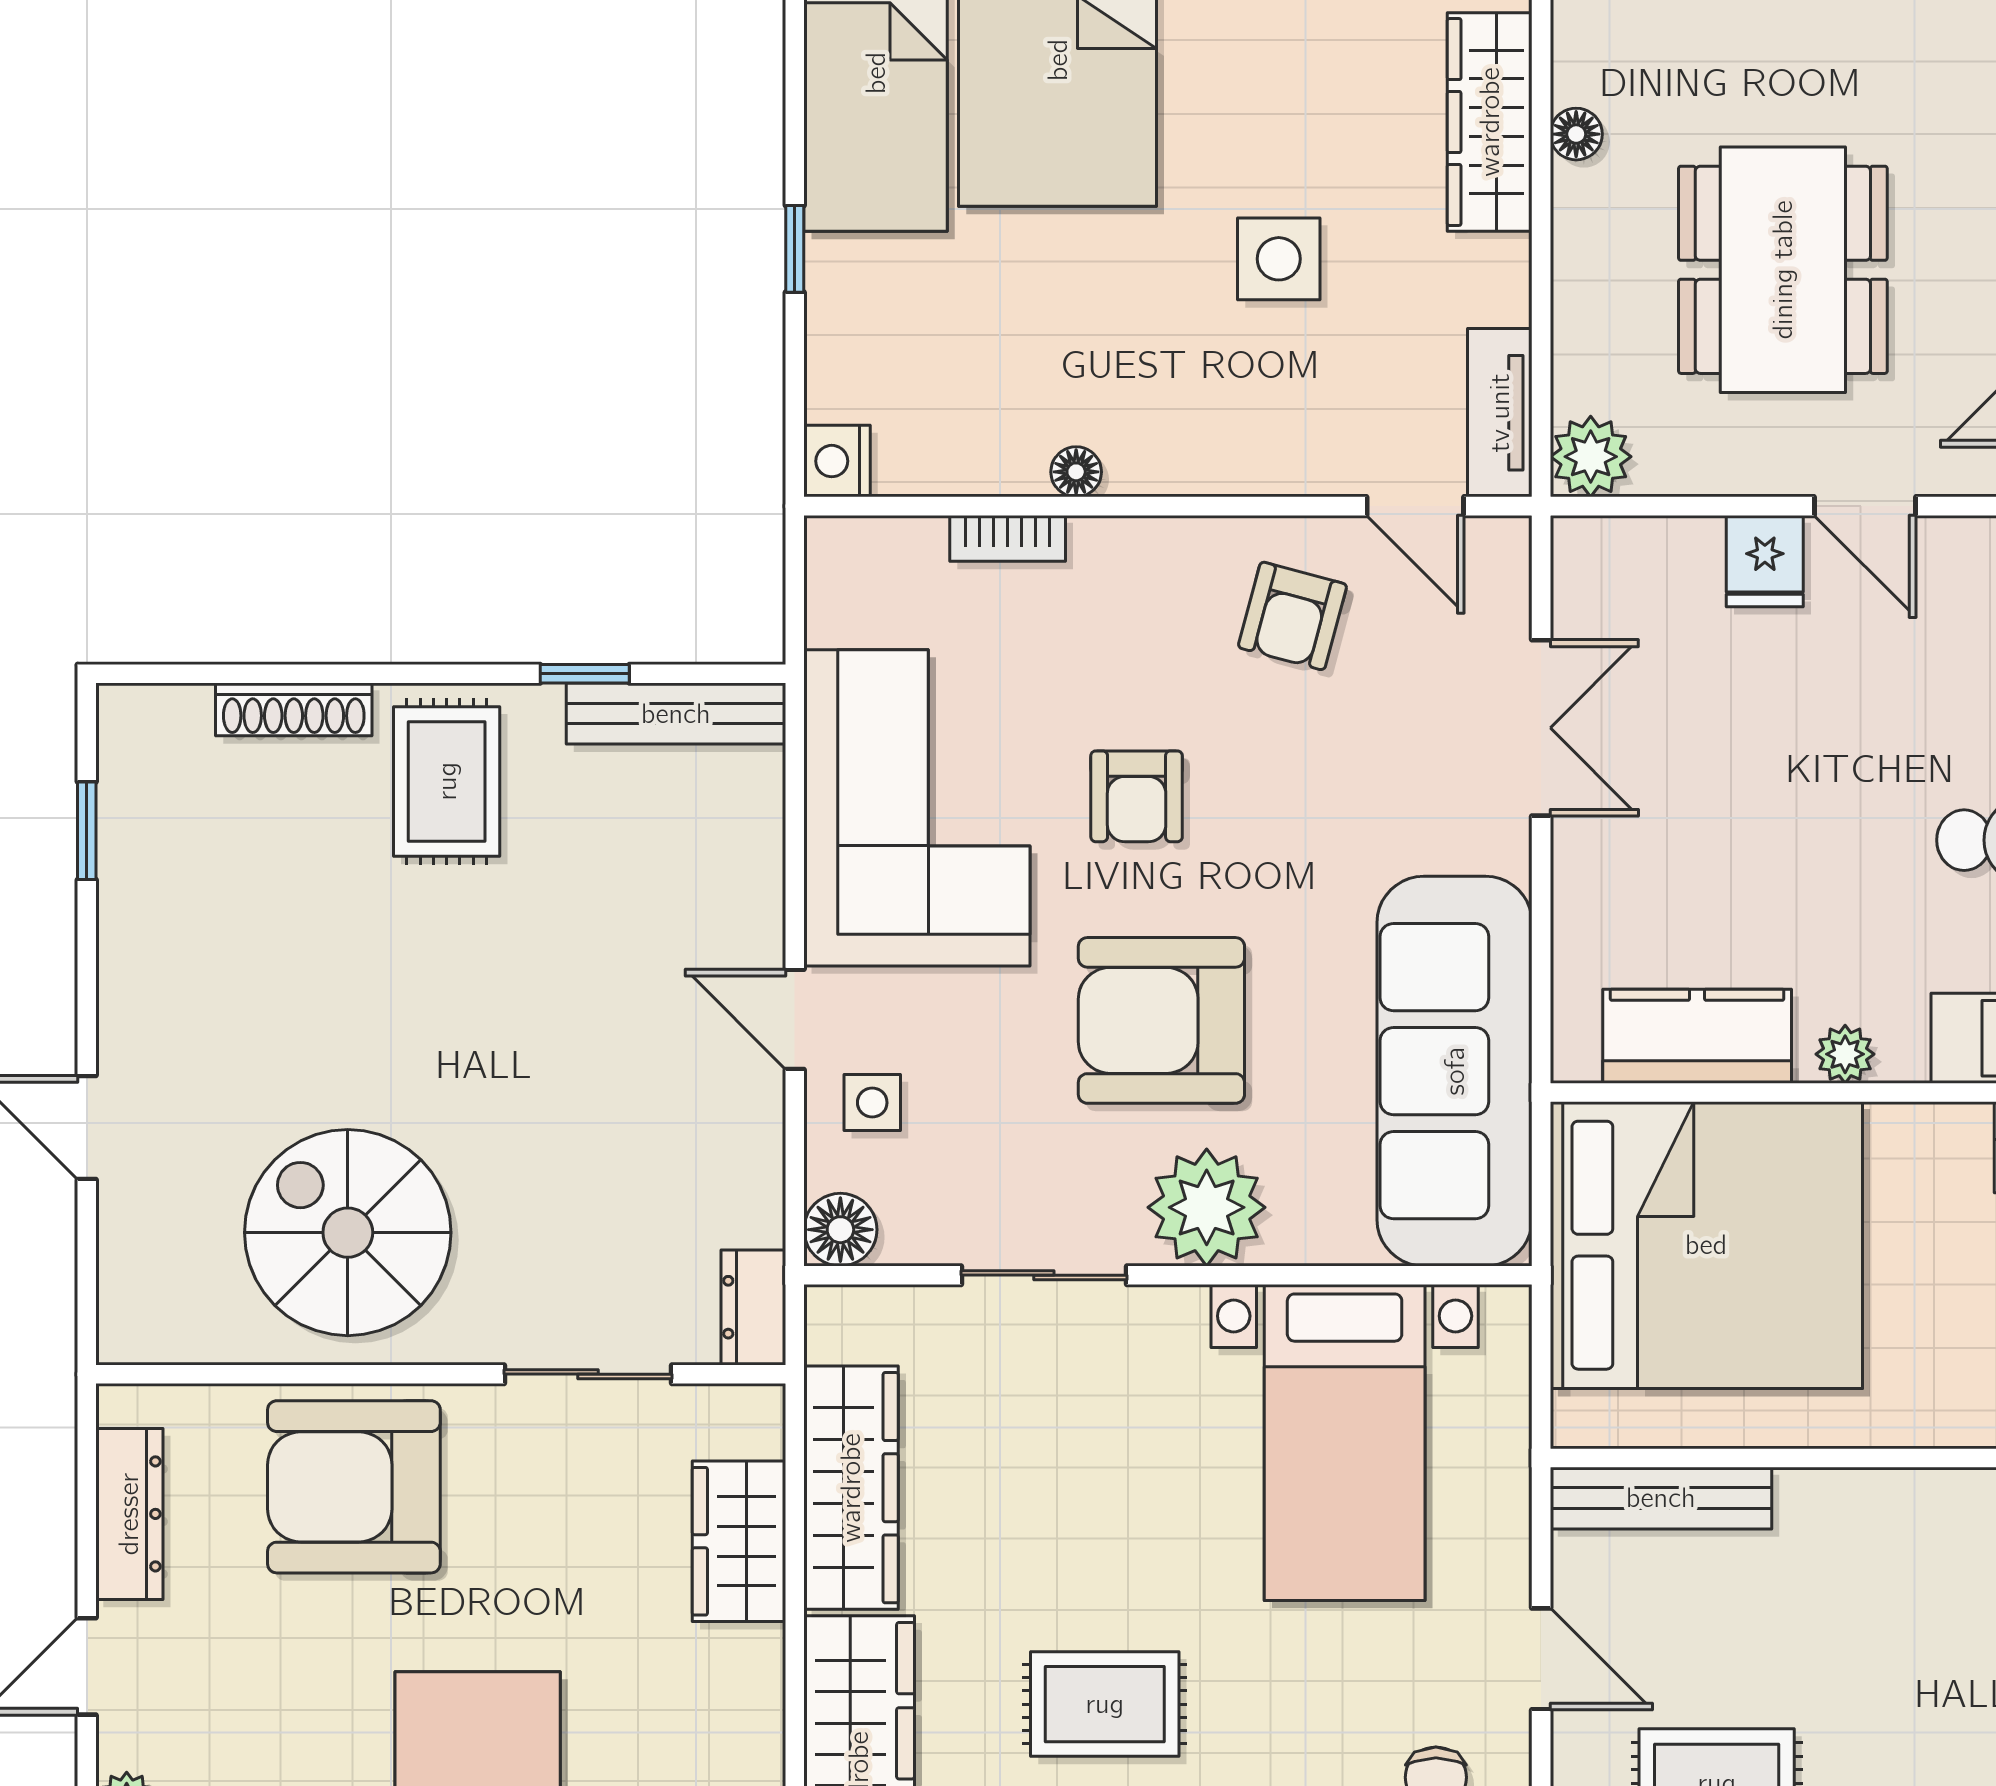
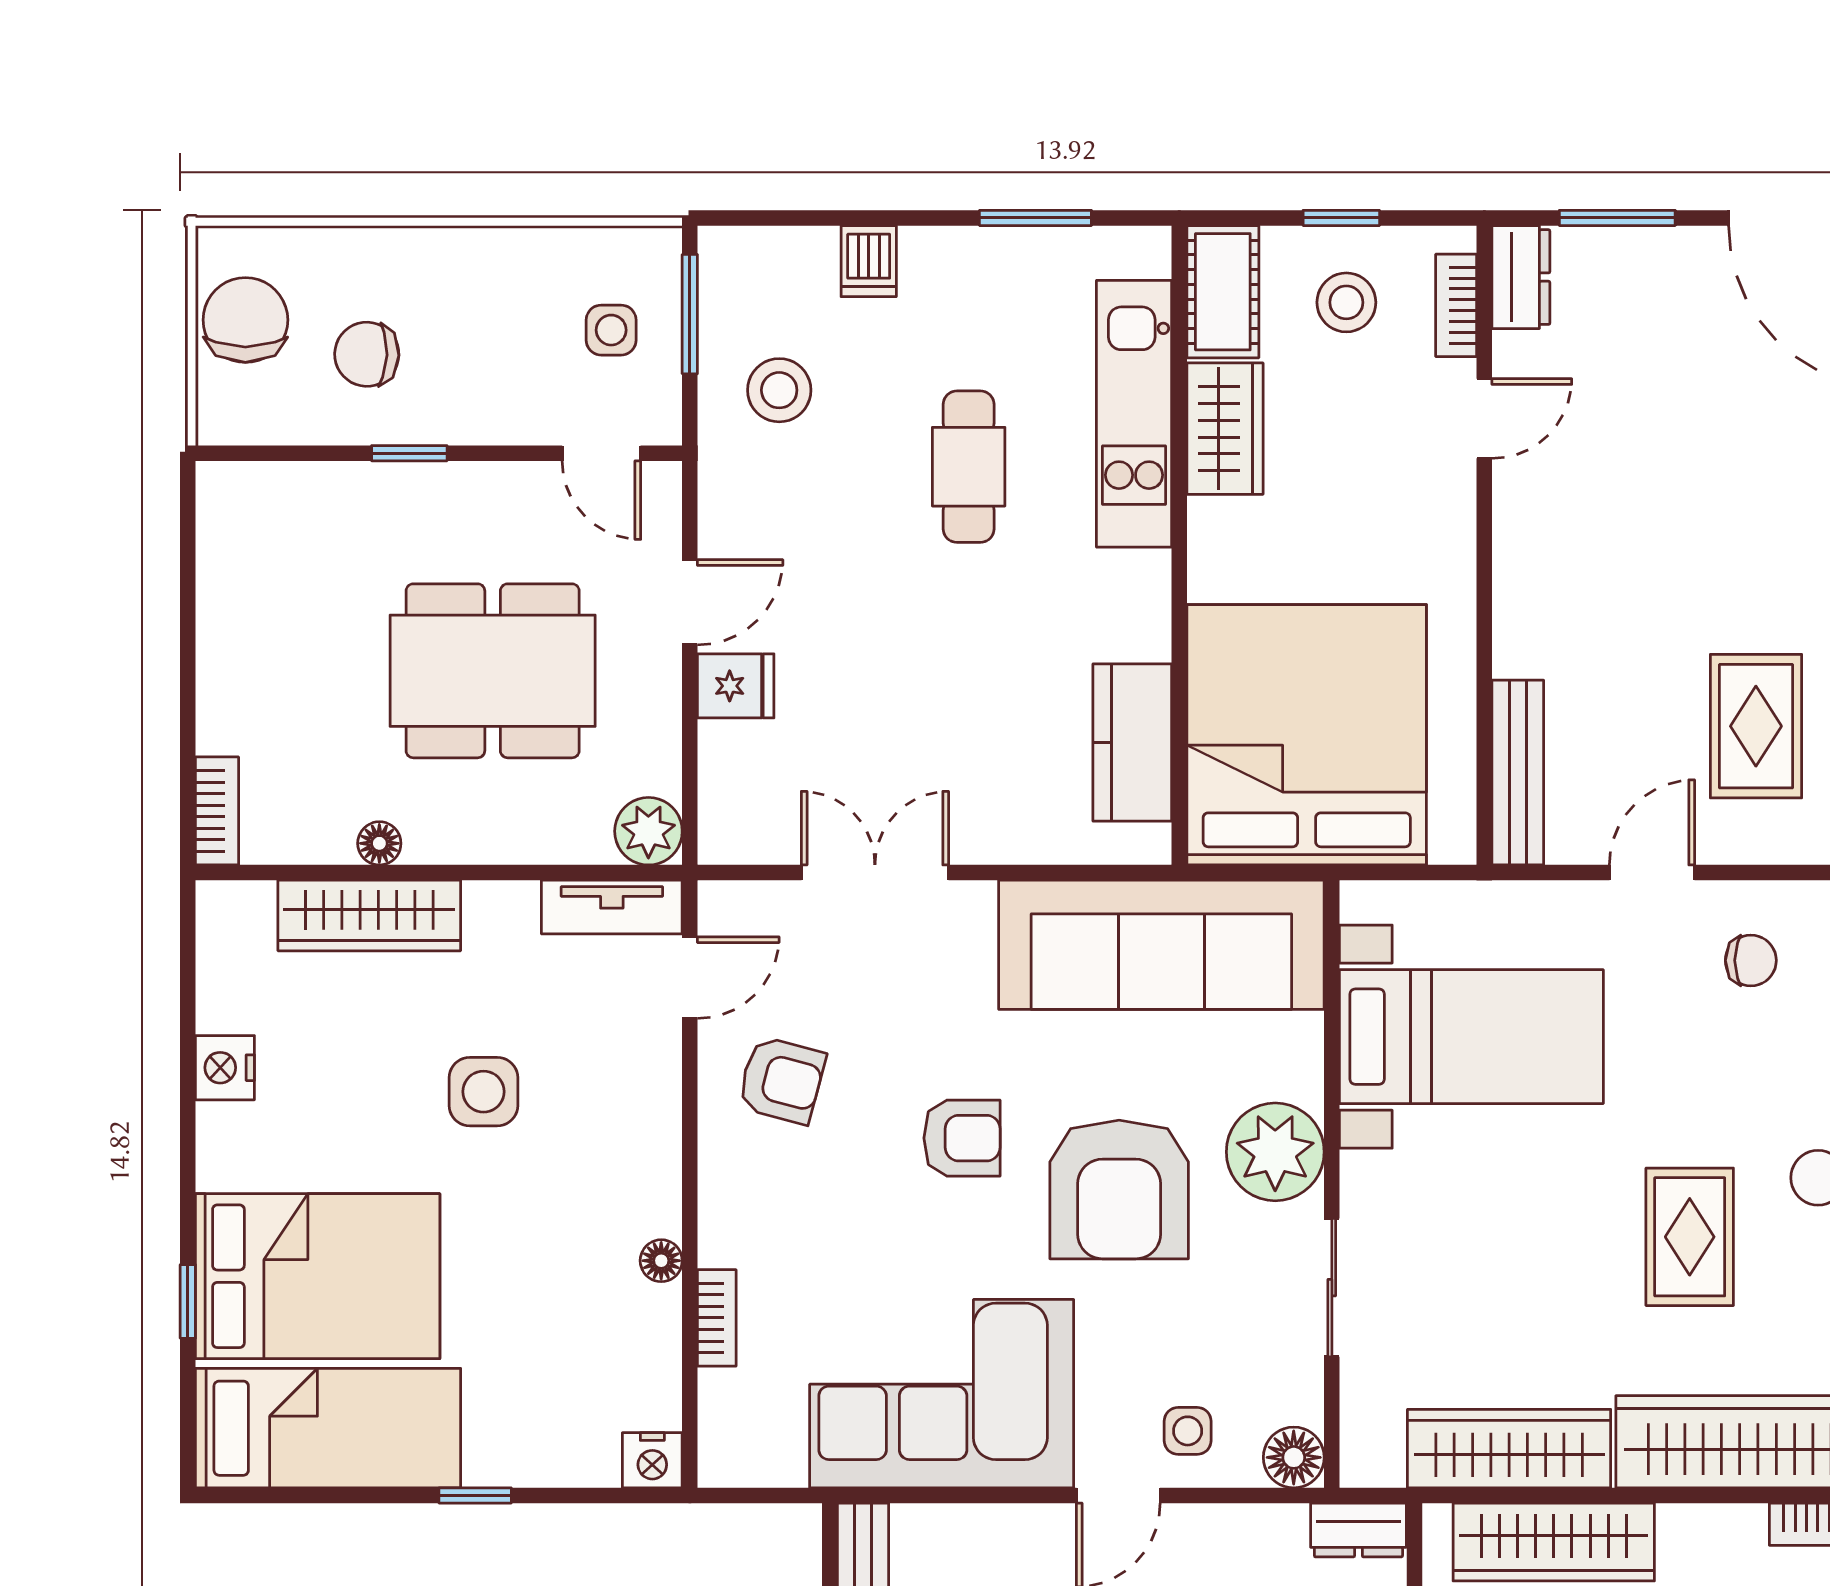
armchair: (1137, 796) -> (962, 1138), moved
plant: (1845, 1054) -> (1147, 619), removed
wardrobe: (739, 1541) -> (1554, 1542), width x1.50

